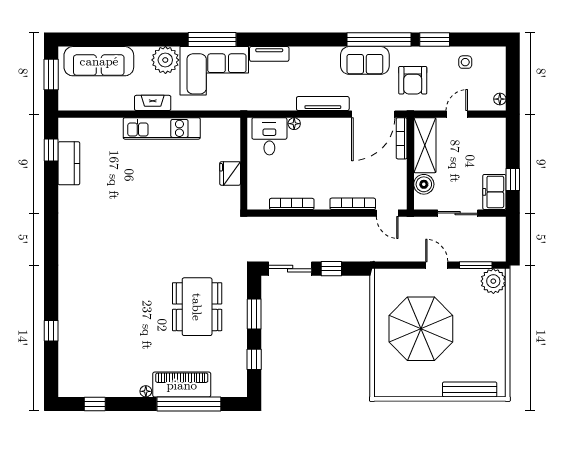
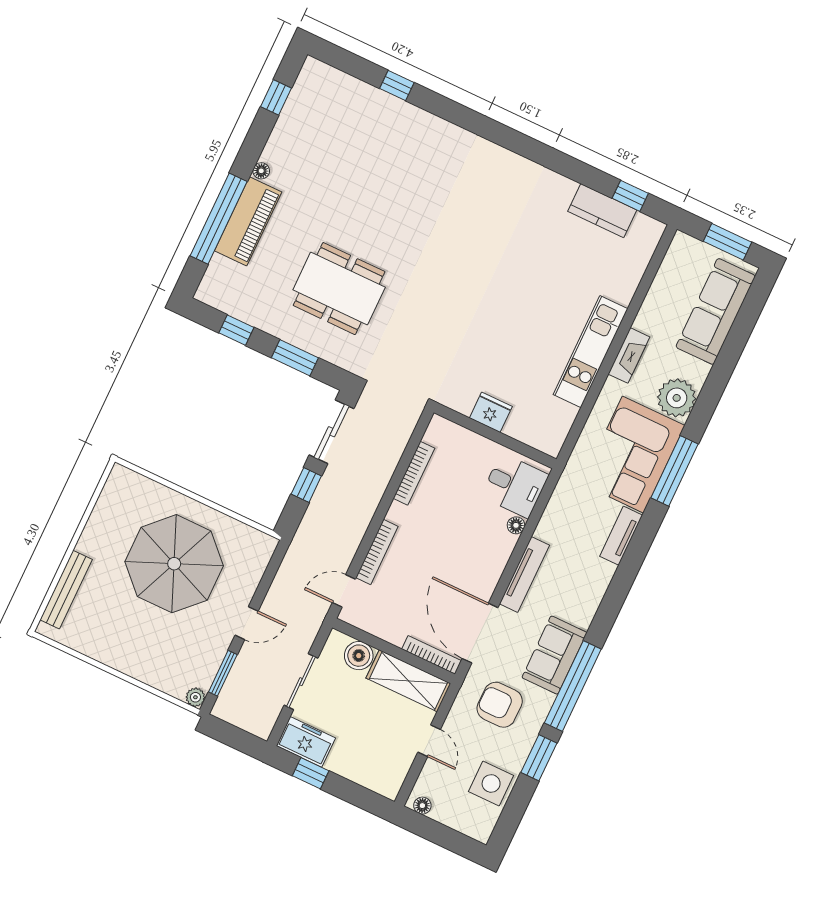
side table: (465, 62) -> (491, 783), width x1.87, depth x1.87
plant: (493, 281) -> (195, 697), width x0.53, depth x0.53

